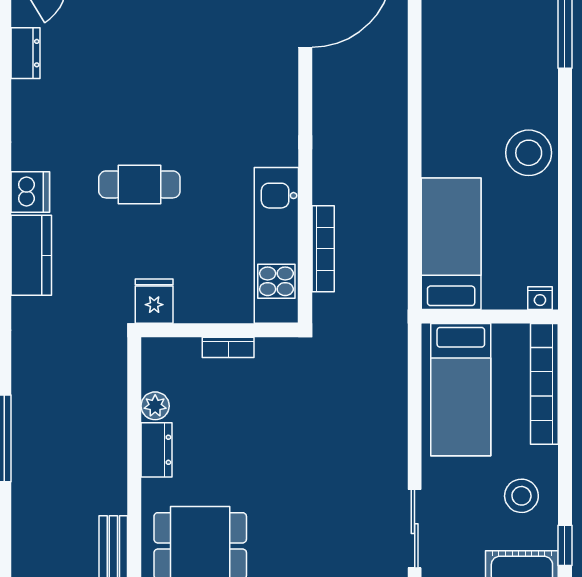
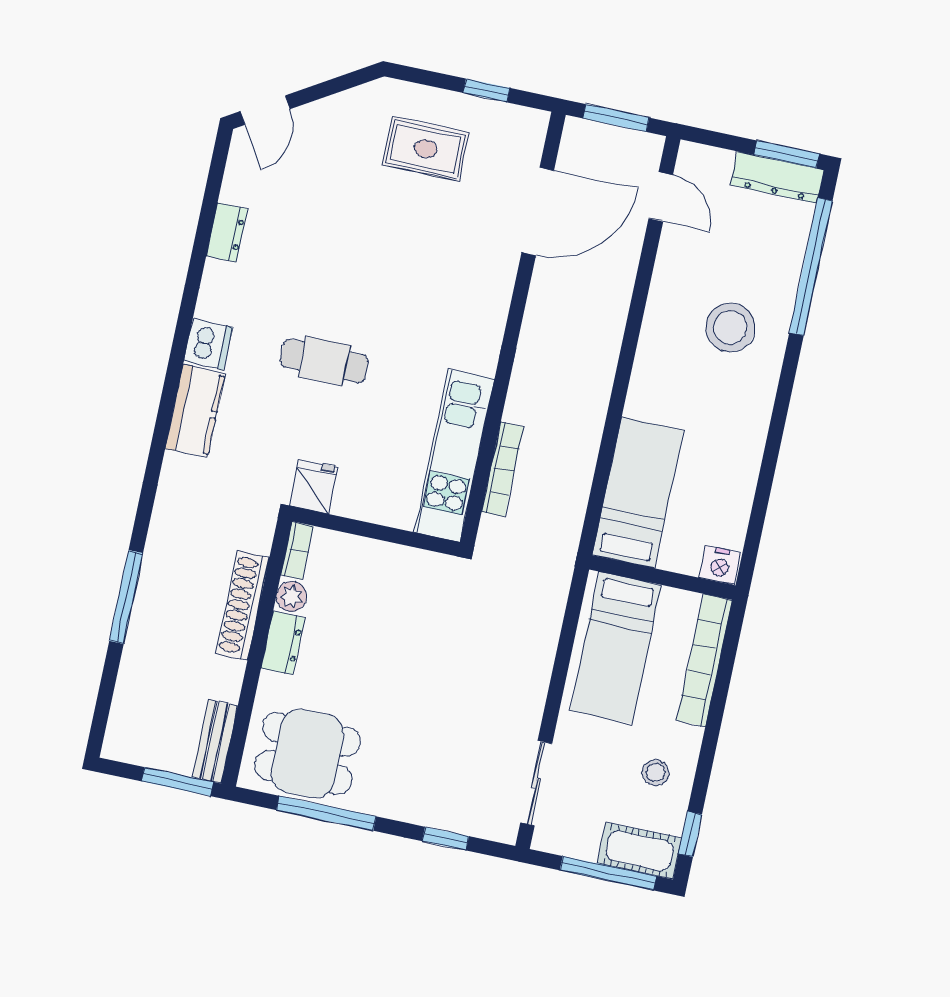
dresser: (26, 53) -> (227, 232), moved
stool: (529, 153) -> (730, 327), moved
nightstand: (540, 298) -> (720, 565), width x1.39, depth x1.35
bookcase: (228, 347) -> (297, 550), moved, turned -90
shoe rack: (112, 424) -> (243, 606), added
stool: (521, 496) -> (656, 773), width x0.73, depth x0.73

